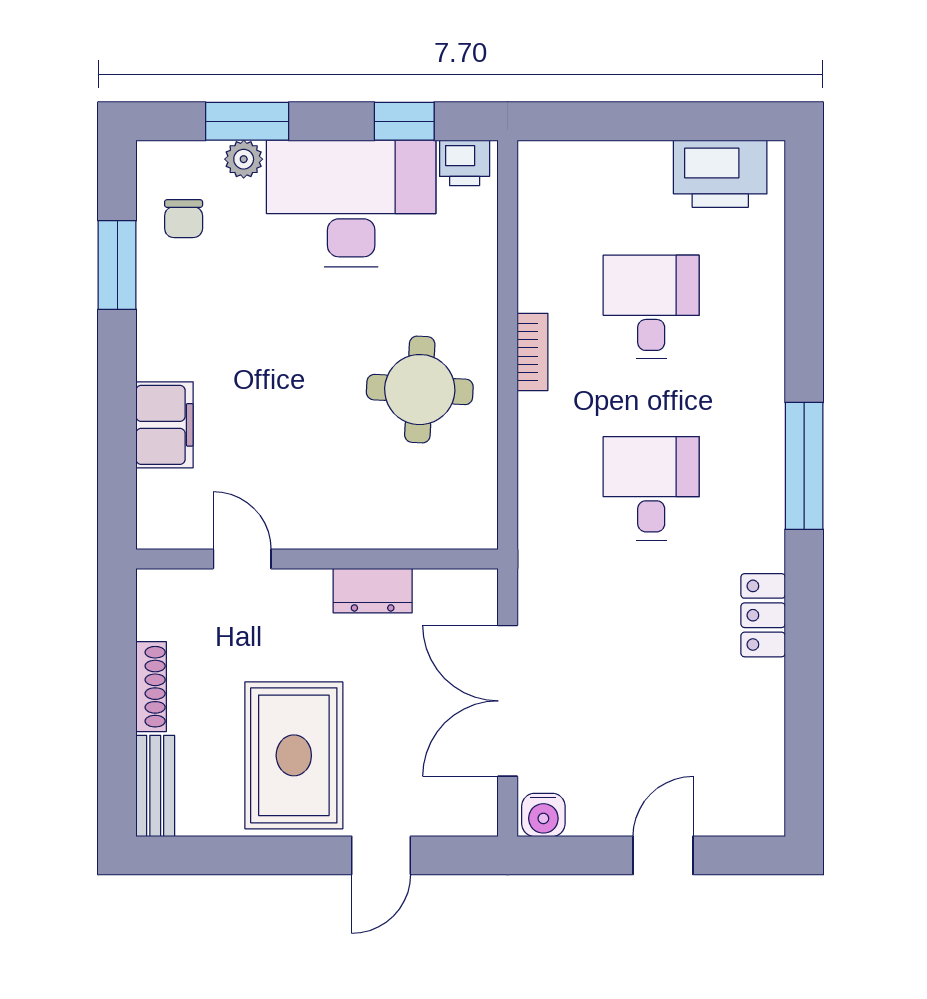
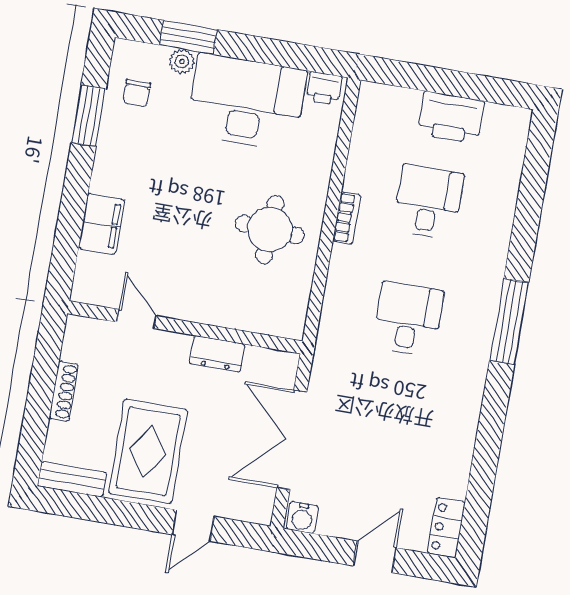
window: (404, 121) -> (290, 55), removed
printer: (720, 174) -> (451, 117), moved
locker: (763, 615) -> (446, 528), moved
bench: (155, 786) -> (72, 479), moved, turned 90

